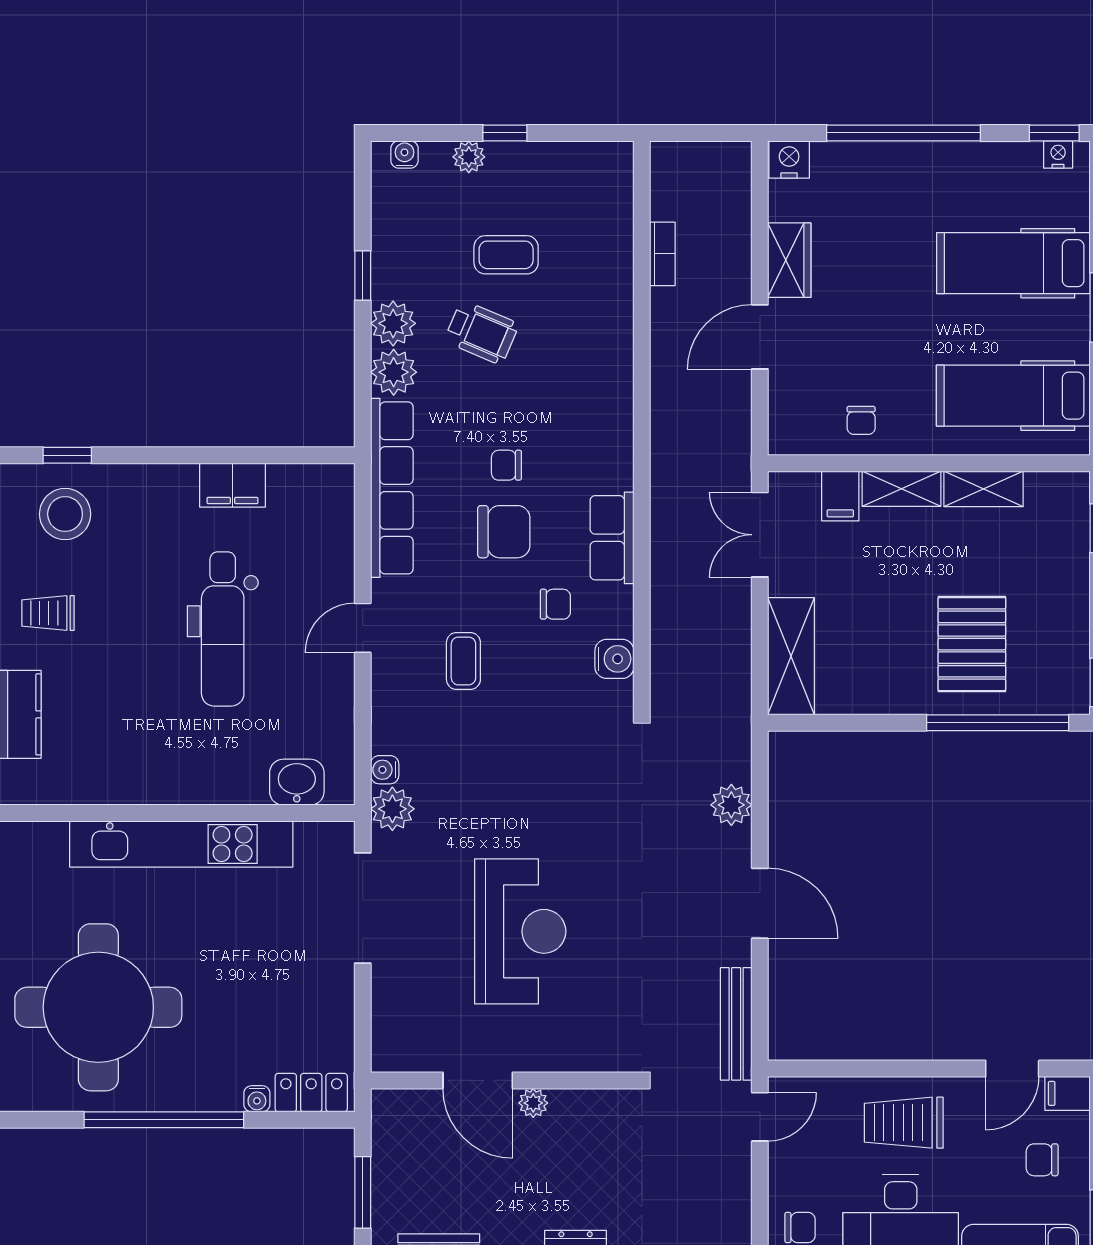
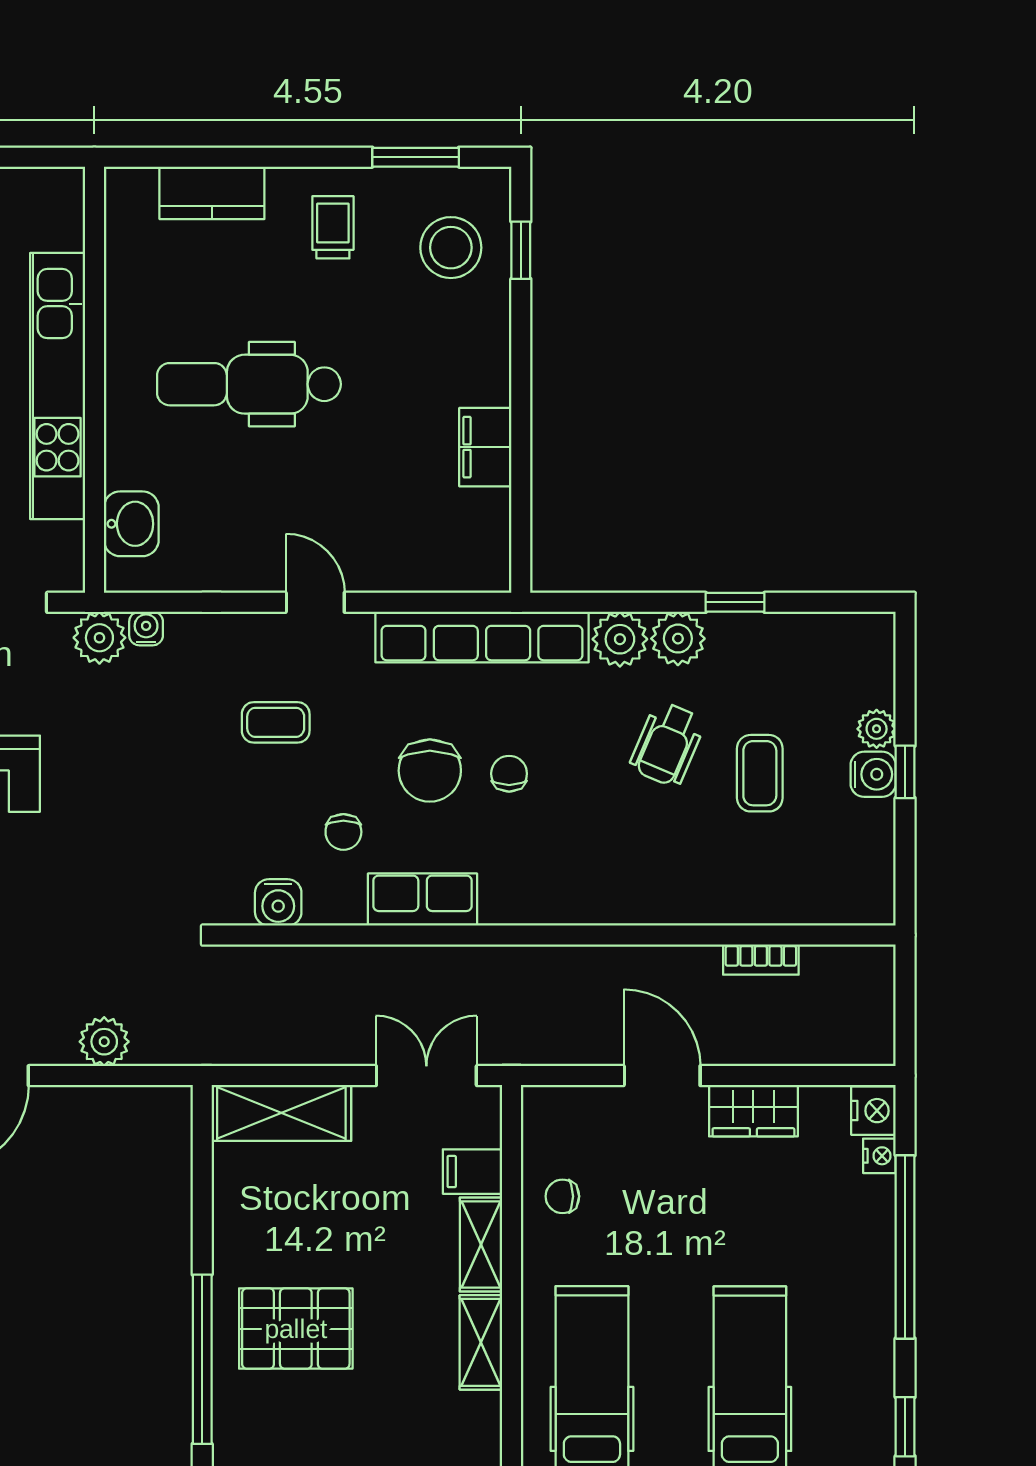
water cooler: (404, 155) -> (873, 774), moved, width x1.38, depth x1.38
nightstand: (1058, 155) -> (879, 1156), moved
dental chair: (223, 629) -> (249, 384), moved

